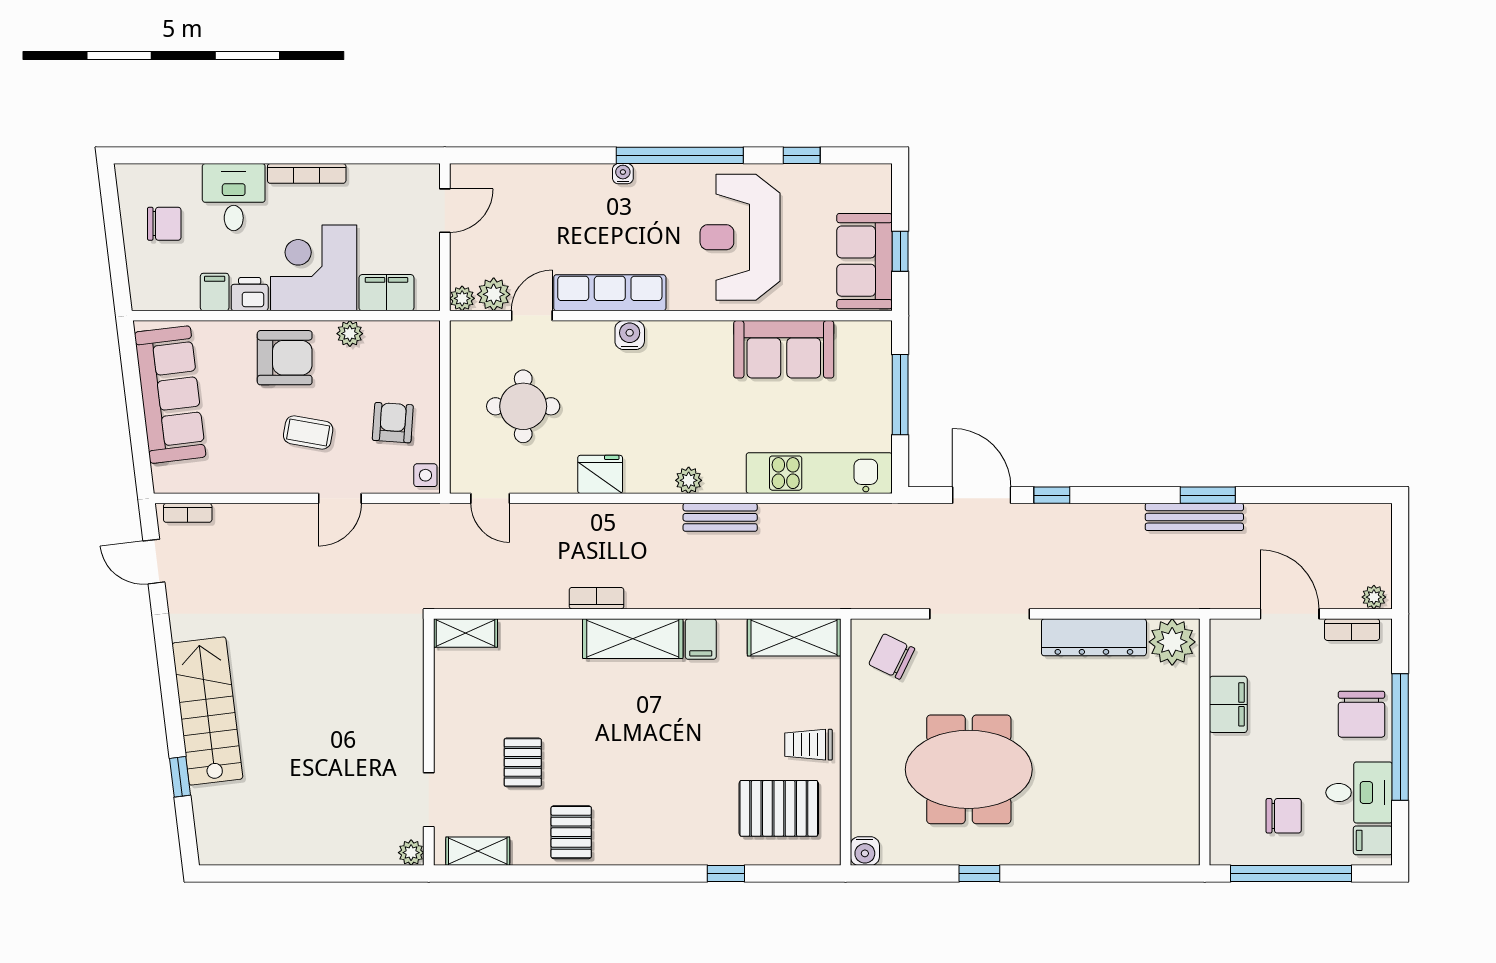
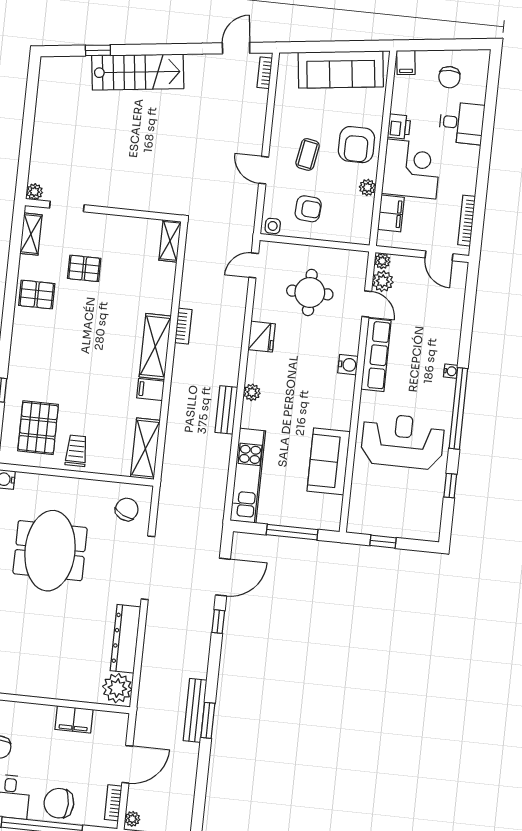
bookcase: (307, 173) -> (467, 221), moved
sofa: (864, 261) -> (379, 518), removed
filing cabinet: (215, 292) -> (406, 62), moved, turned 83

